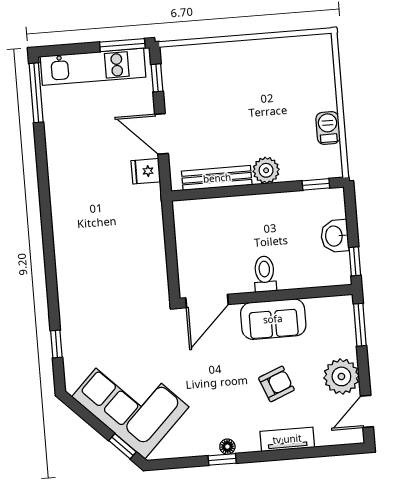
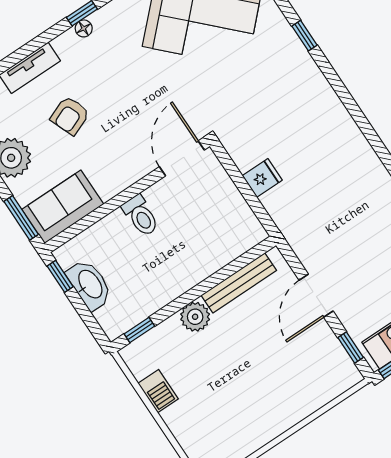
door: (162, 134) -> (316, 296), swing flipped
fridge: (146, 171) -> (262, 178), moved
washbasin: (335, 236) -> (90, 285), width x1.38
sofa: (273, 319) -> (63, 207), moved

